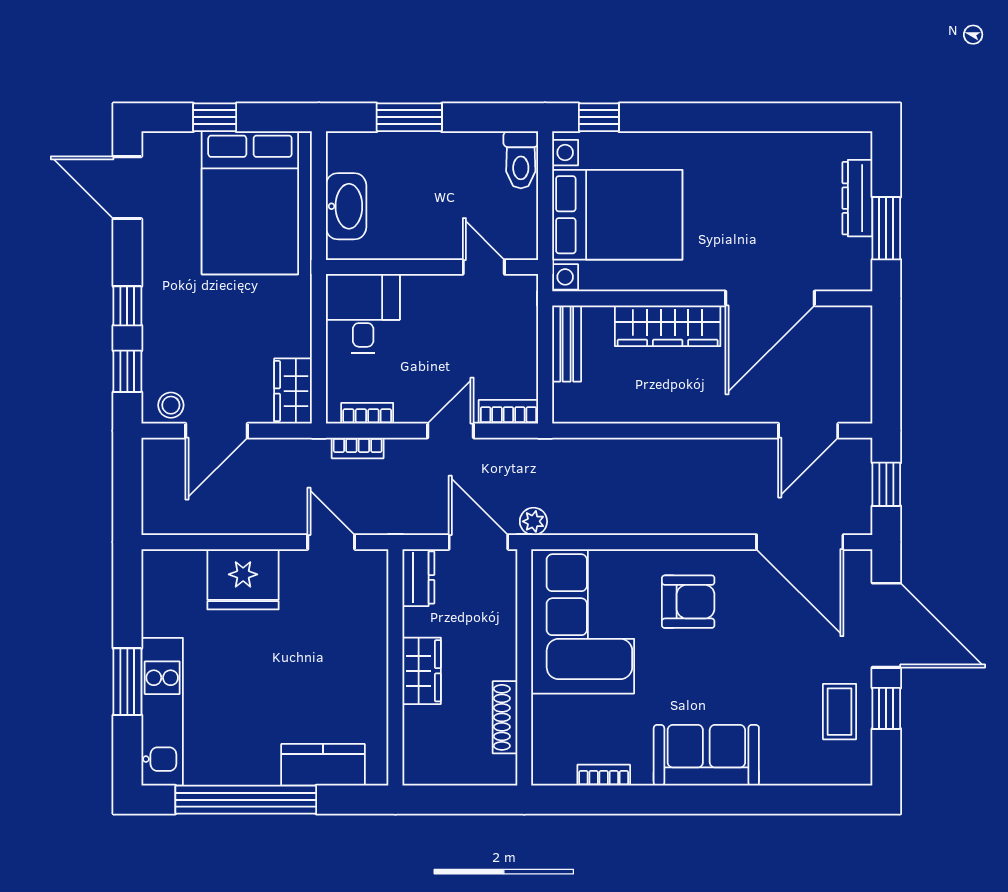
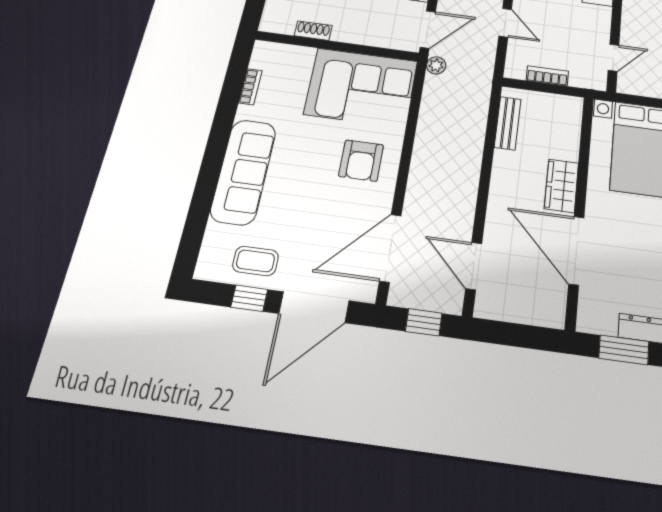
wardrobe: (668, 326) -> (562, 186), width x0.67
bench: (567, 343) -> (508, 123), moved, turned 90
bookcase: (508, 412) -> (547, 76), moved, turned -90
shoe rack: (505, 717) -> (313, 31), width x0.70
sofa: (706, 755) -> (243, 172), width x1.36

